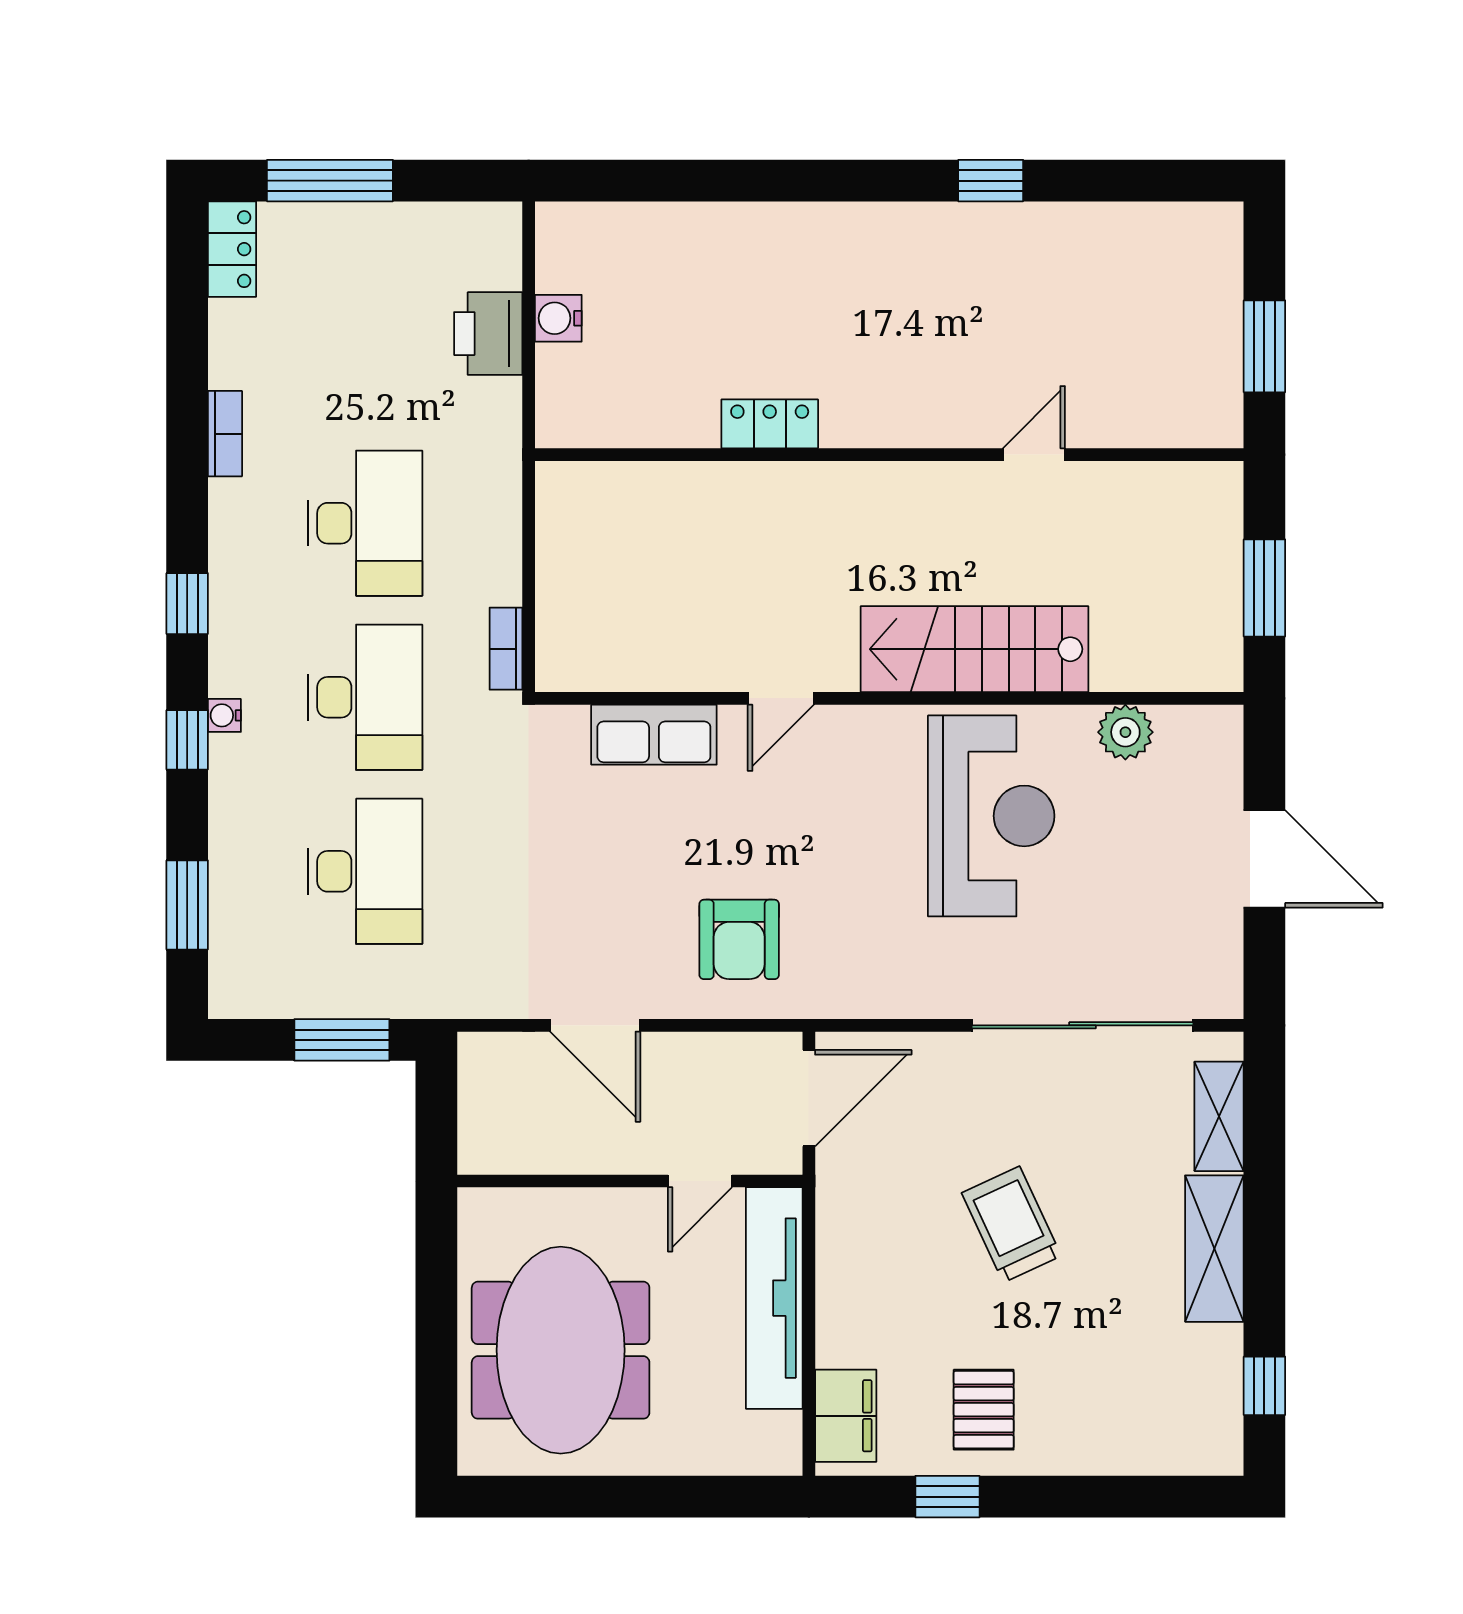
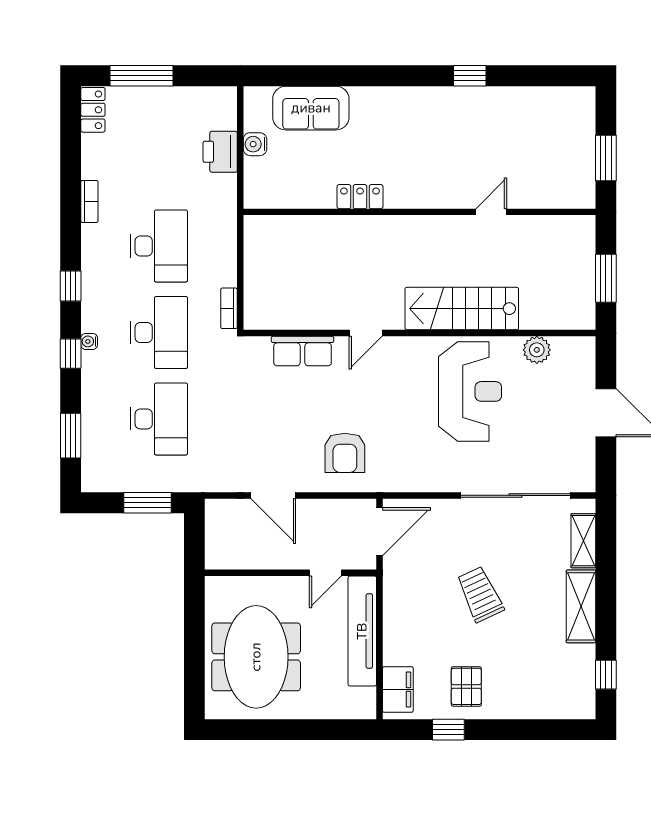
sofa: (671, 246) -> (311, 108), added

